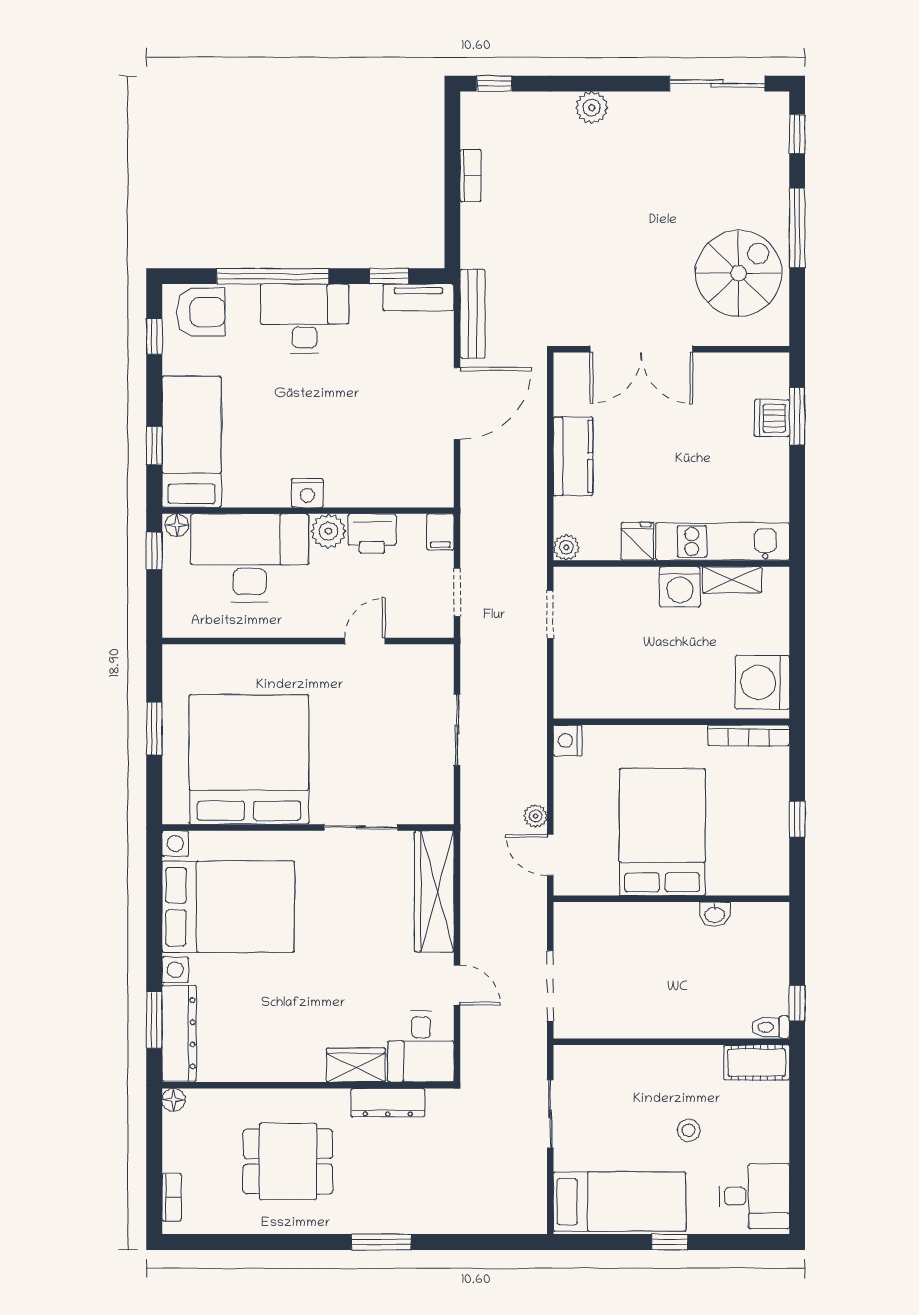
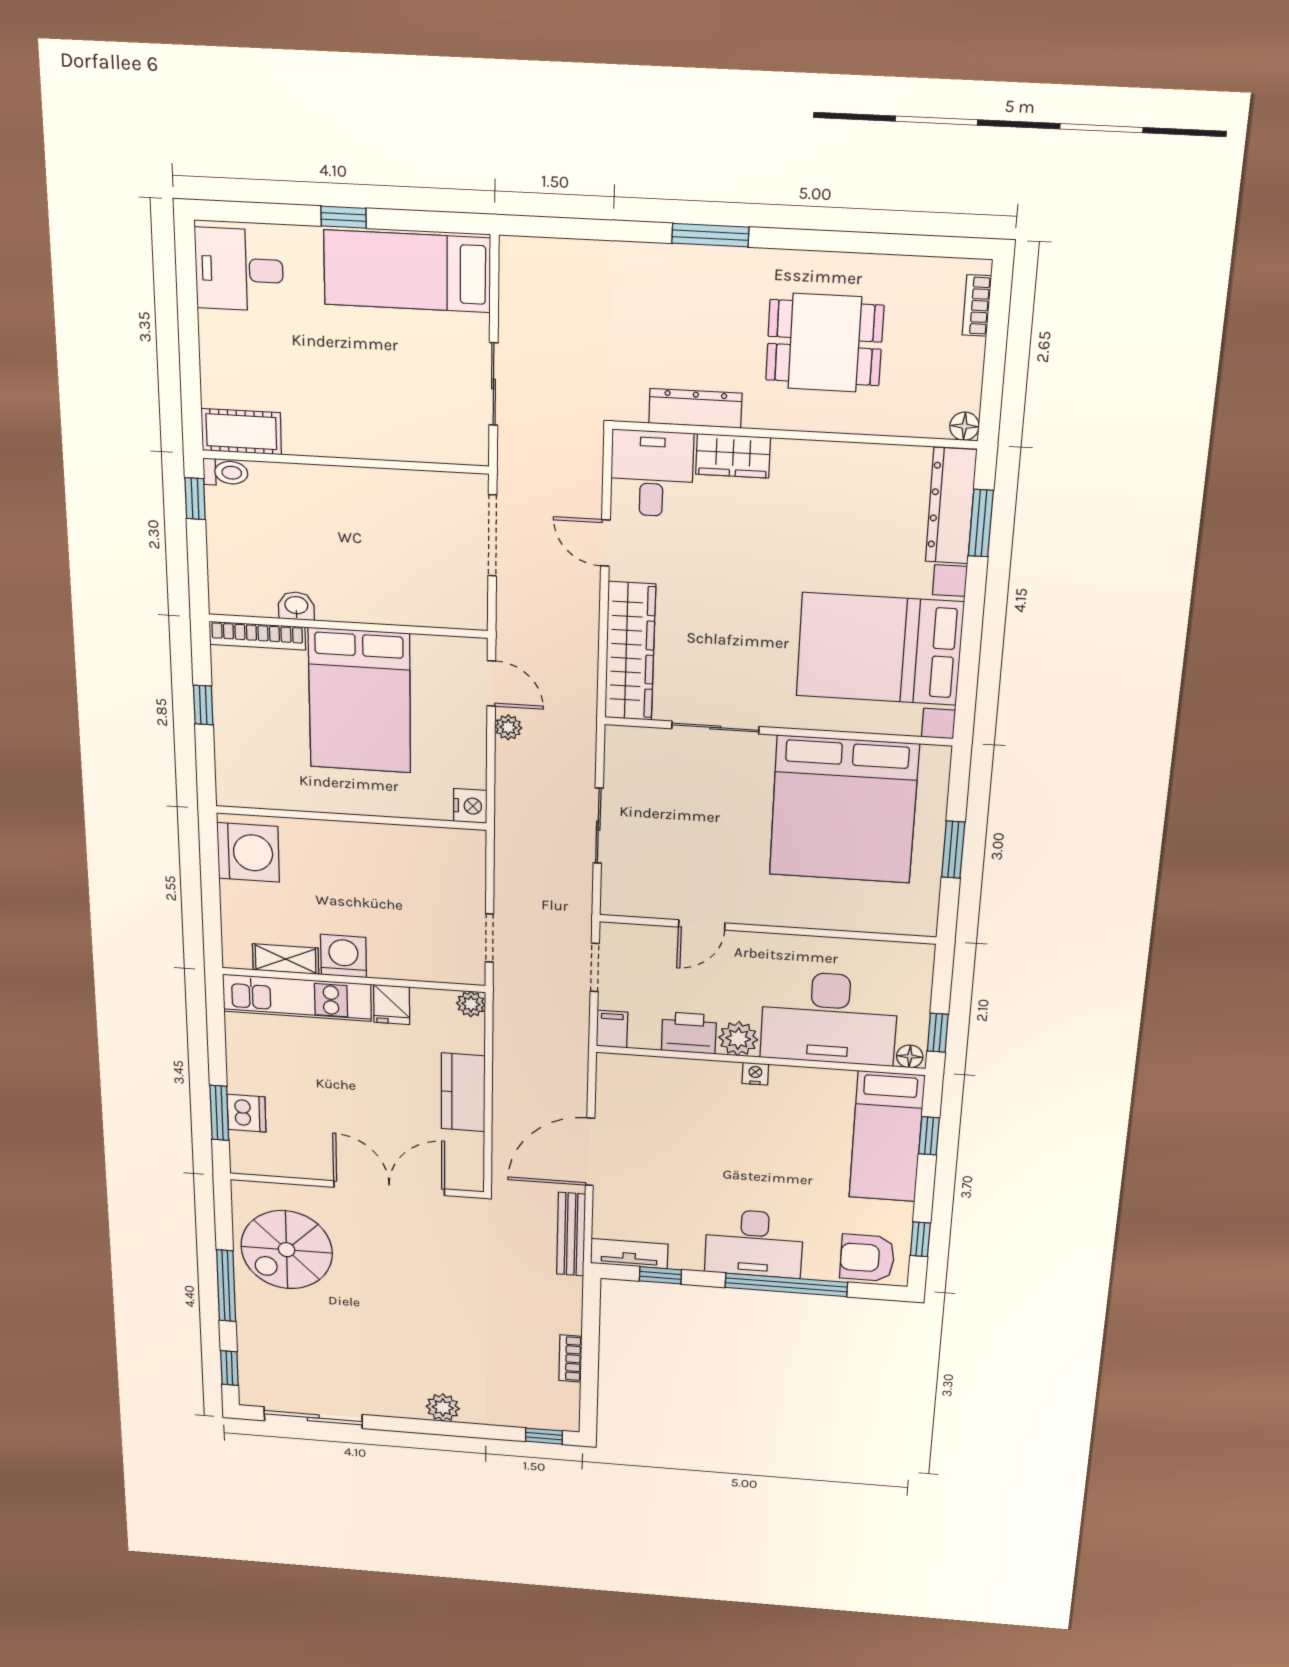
nightstand: (307, 493) -> (755, 1074), width x0.72, depth x0.74
bookcase: (749, 735) -> (257, 636), moved, turned 180
stool: (689, 1130) -> (322, 355), removed

